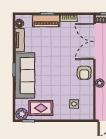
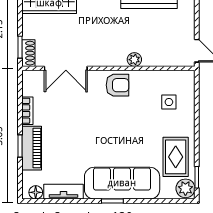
double door: (94, 41) -> (66, 68), width x0.73

